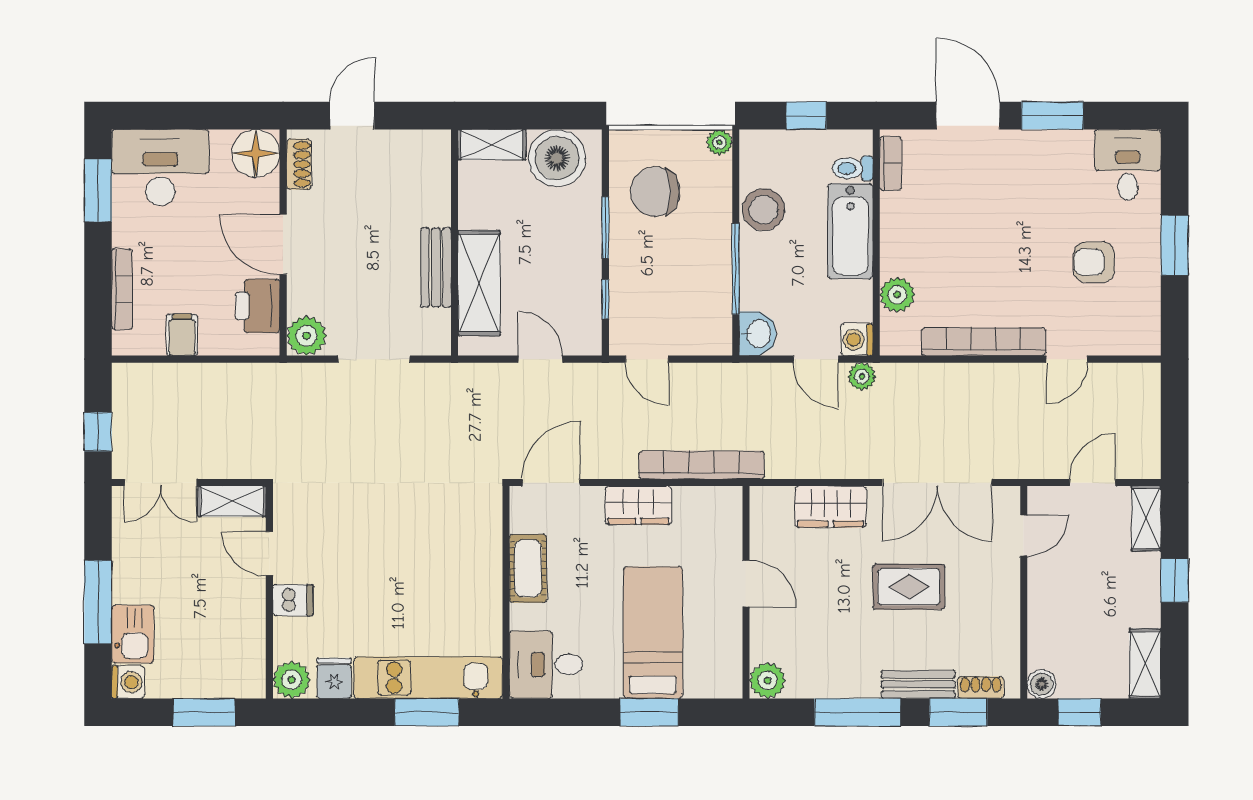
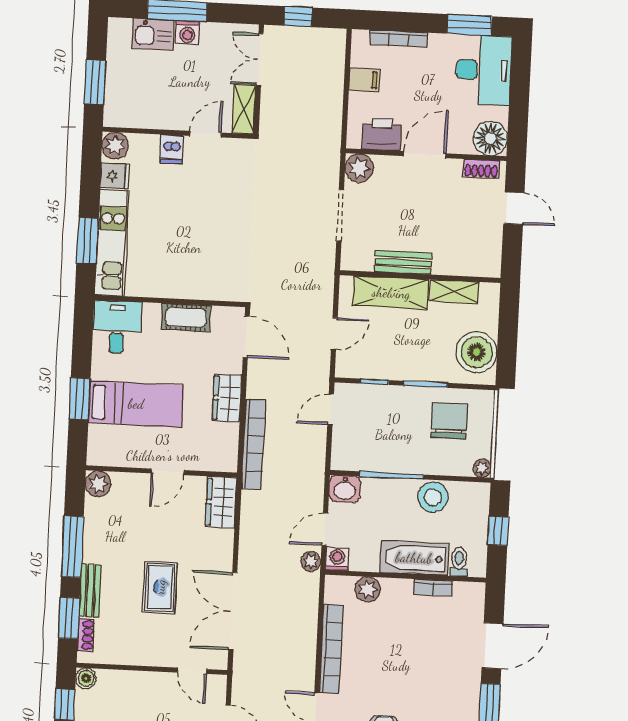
shelving: (492, 145) -> (454, 291), moved, turned 90
bookcase: (891, 163) -> (433, 588), moved
wardrobe: (831, 507) -> (221, 502), moved
washing machine: (128, 682) -> (187, 33), moved

